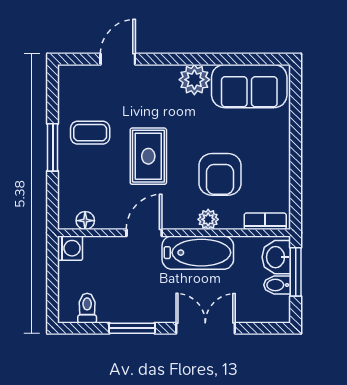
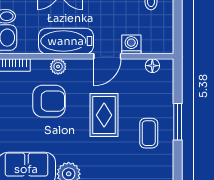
coffee table: (90, 133) -> (149, 133), turned 90
armchair: (220, 174) -> (49, 101), turned 90
washing machine: (70, 248) -> (131, 44), moved, turned 90

